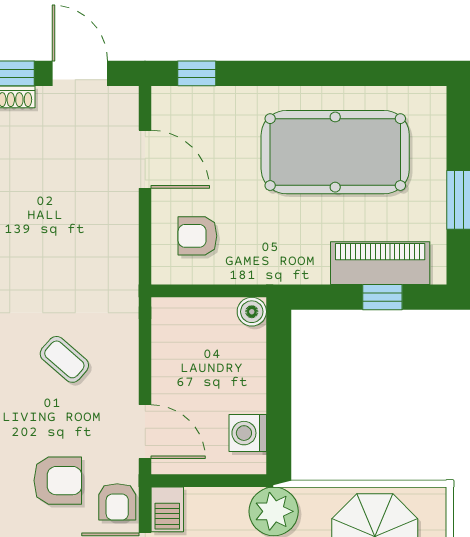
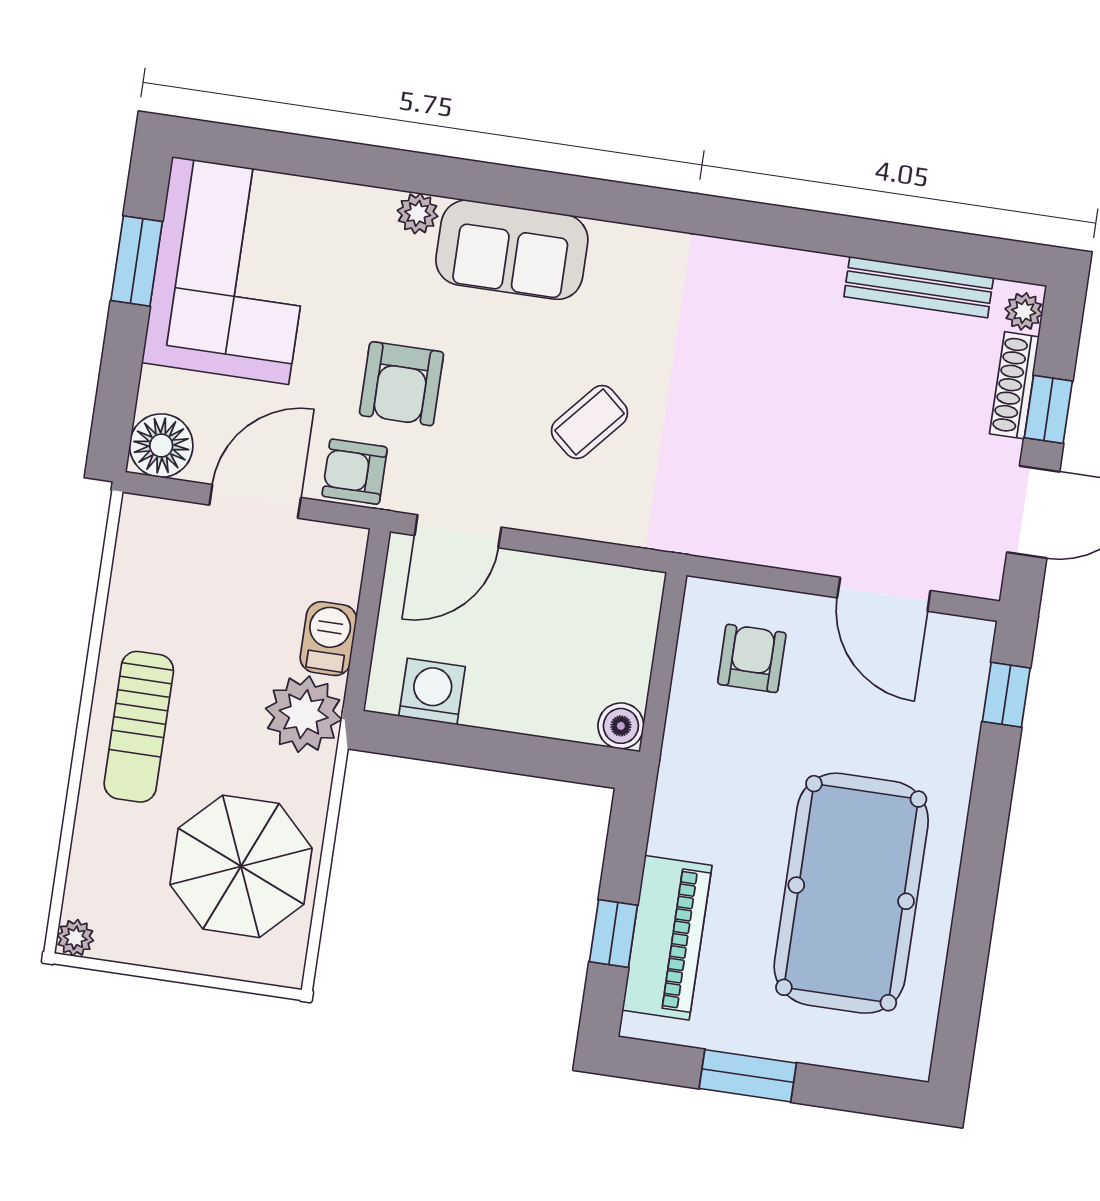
door: (145, 159) -> (884, 594), hinge flipped
barbecue: (167, 509) -> (328, 639), moved, turned 90

